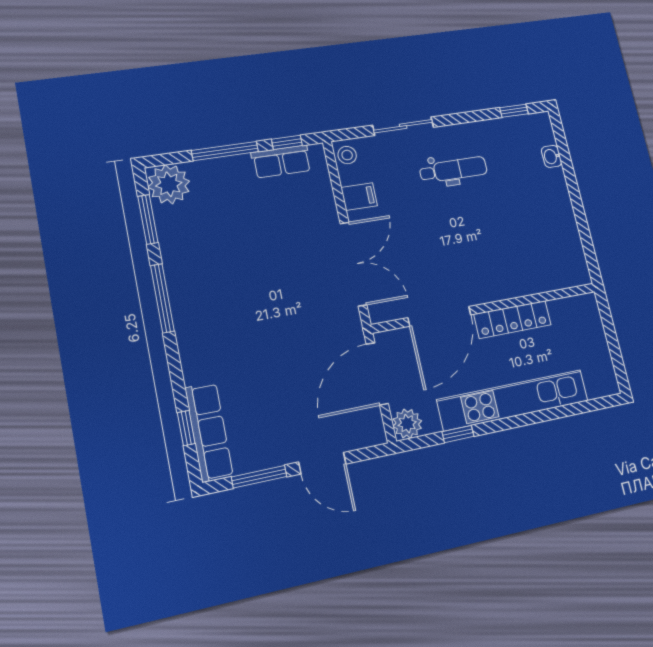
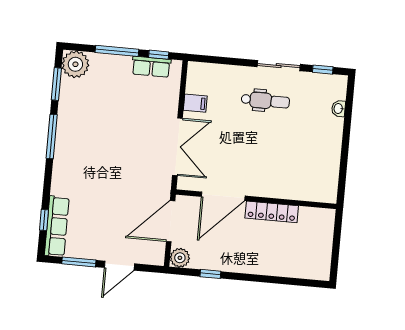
sliding door: (403, 126) -> (279, 66), moved
stool: (347, 155) -> (196, 73), removed
kitchen unit: (513, 400) -> (254, 264), removed
door: (322, 463) -> (119, 266), hinge flipped

